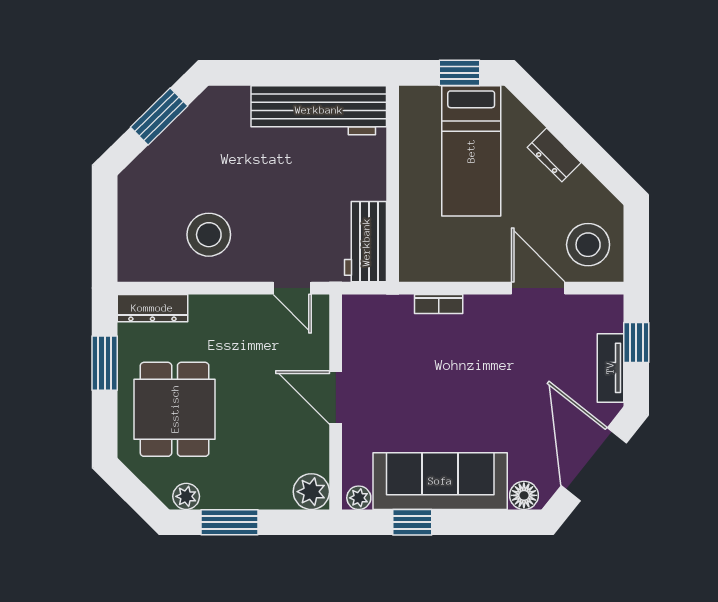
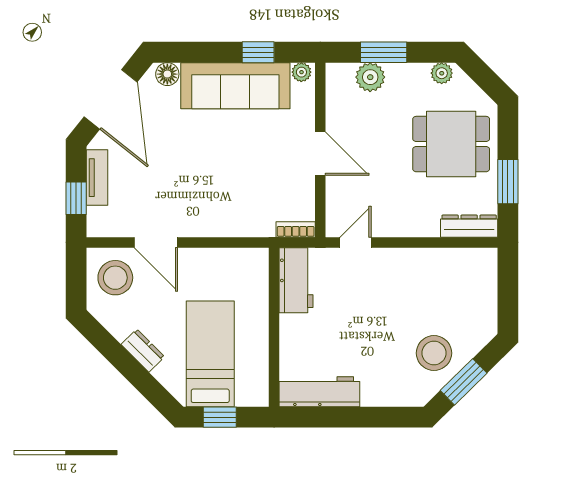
workbench: (319, 110) -> (319, 392), width x0.73, depth x0.76
stool: (209, 235) -> (434, 353), moved
door: (292, 288) -> (356, 242), hinge flipped
bookcase: (439, 304) -> (296, 229), moved
dining table: (175, 409) -> (451, 144), turned 90
plant: (311, 492) -> (370, 77), moved
window: (230, 522) -> (384, 52), moved

